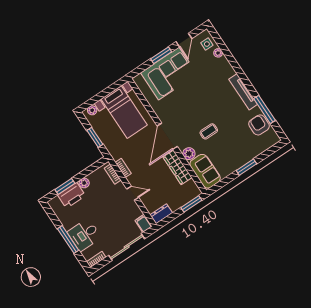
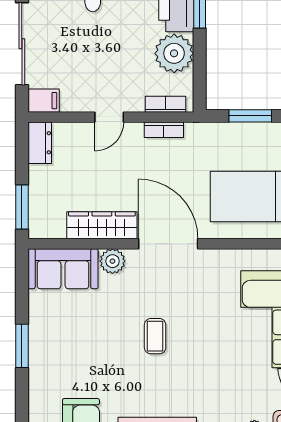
coffee table: (209, 131) -> (155, 336), moved
plant: (84, 183) -> (174, 53), width x1.88, depth x1.88

